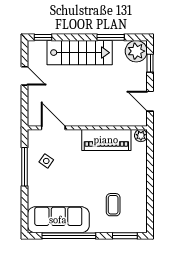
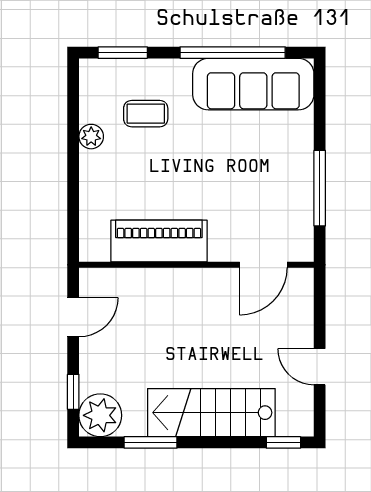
door: (150, 101) -> (73, 317), hinge flipped
door: (53, 128) -> (263, 265), hinge flipped
plant: (141, 136) -> (91, 137), moved
side table: (46, 161) -> (277, 200), removed
coffee table: (113, 205) -> (146, 114), turned 90

